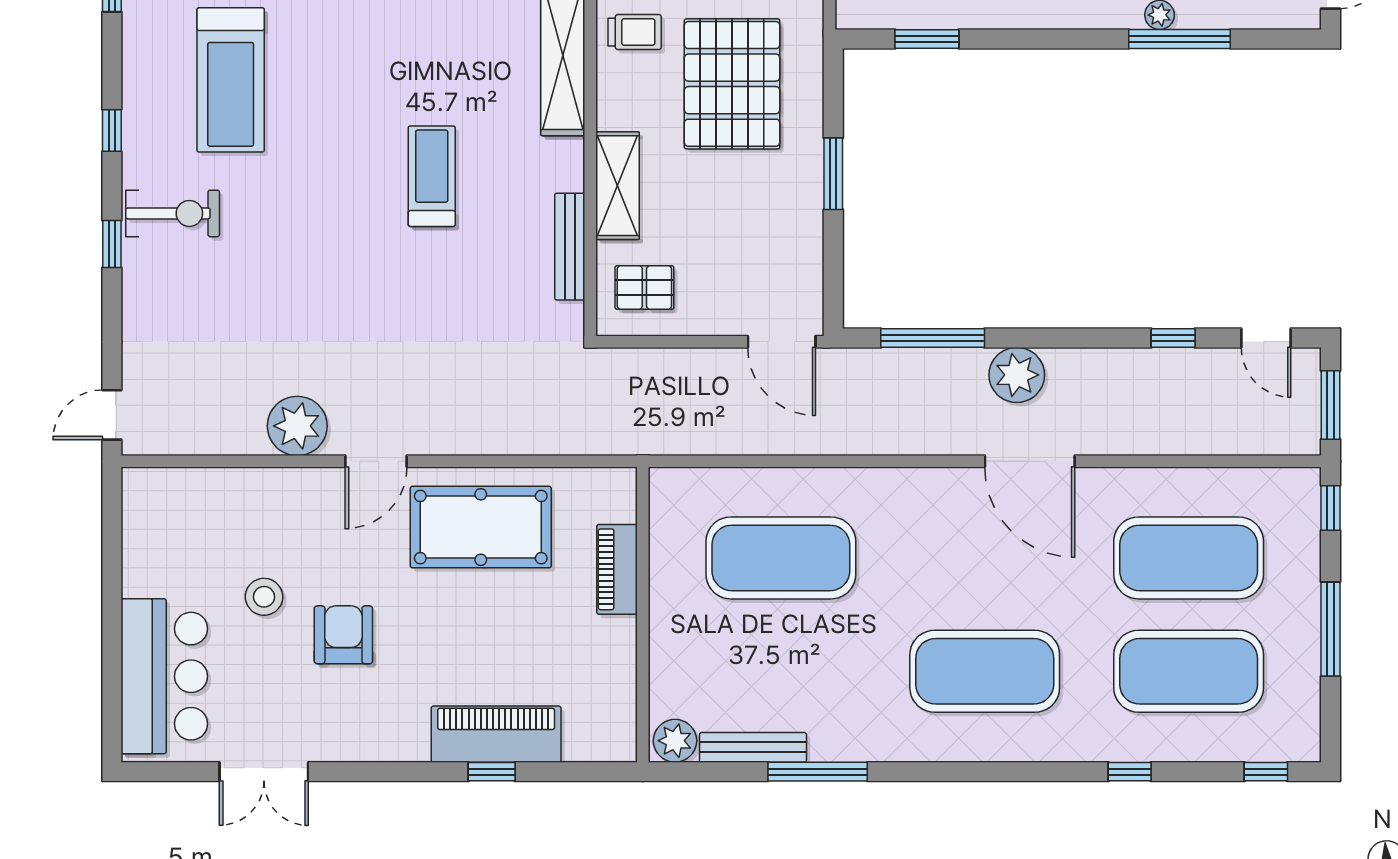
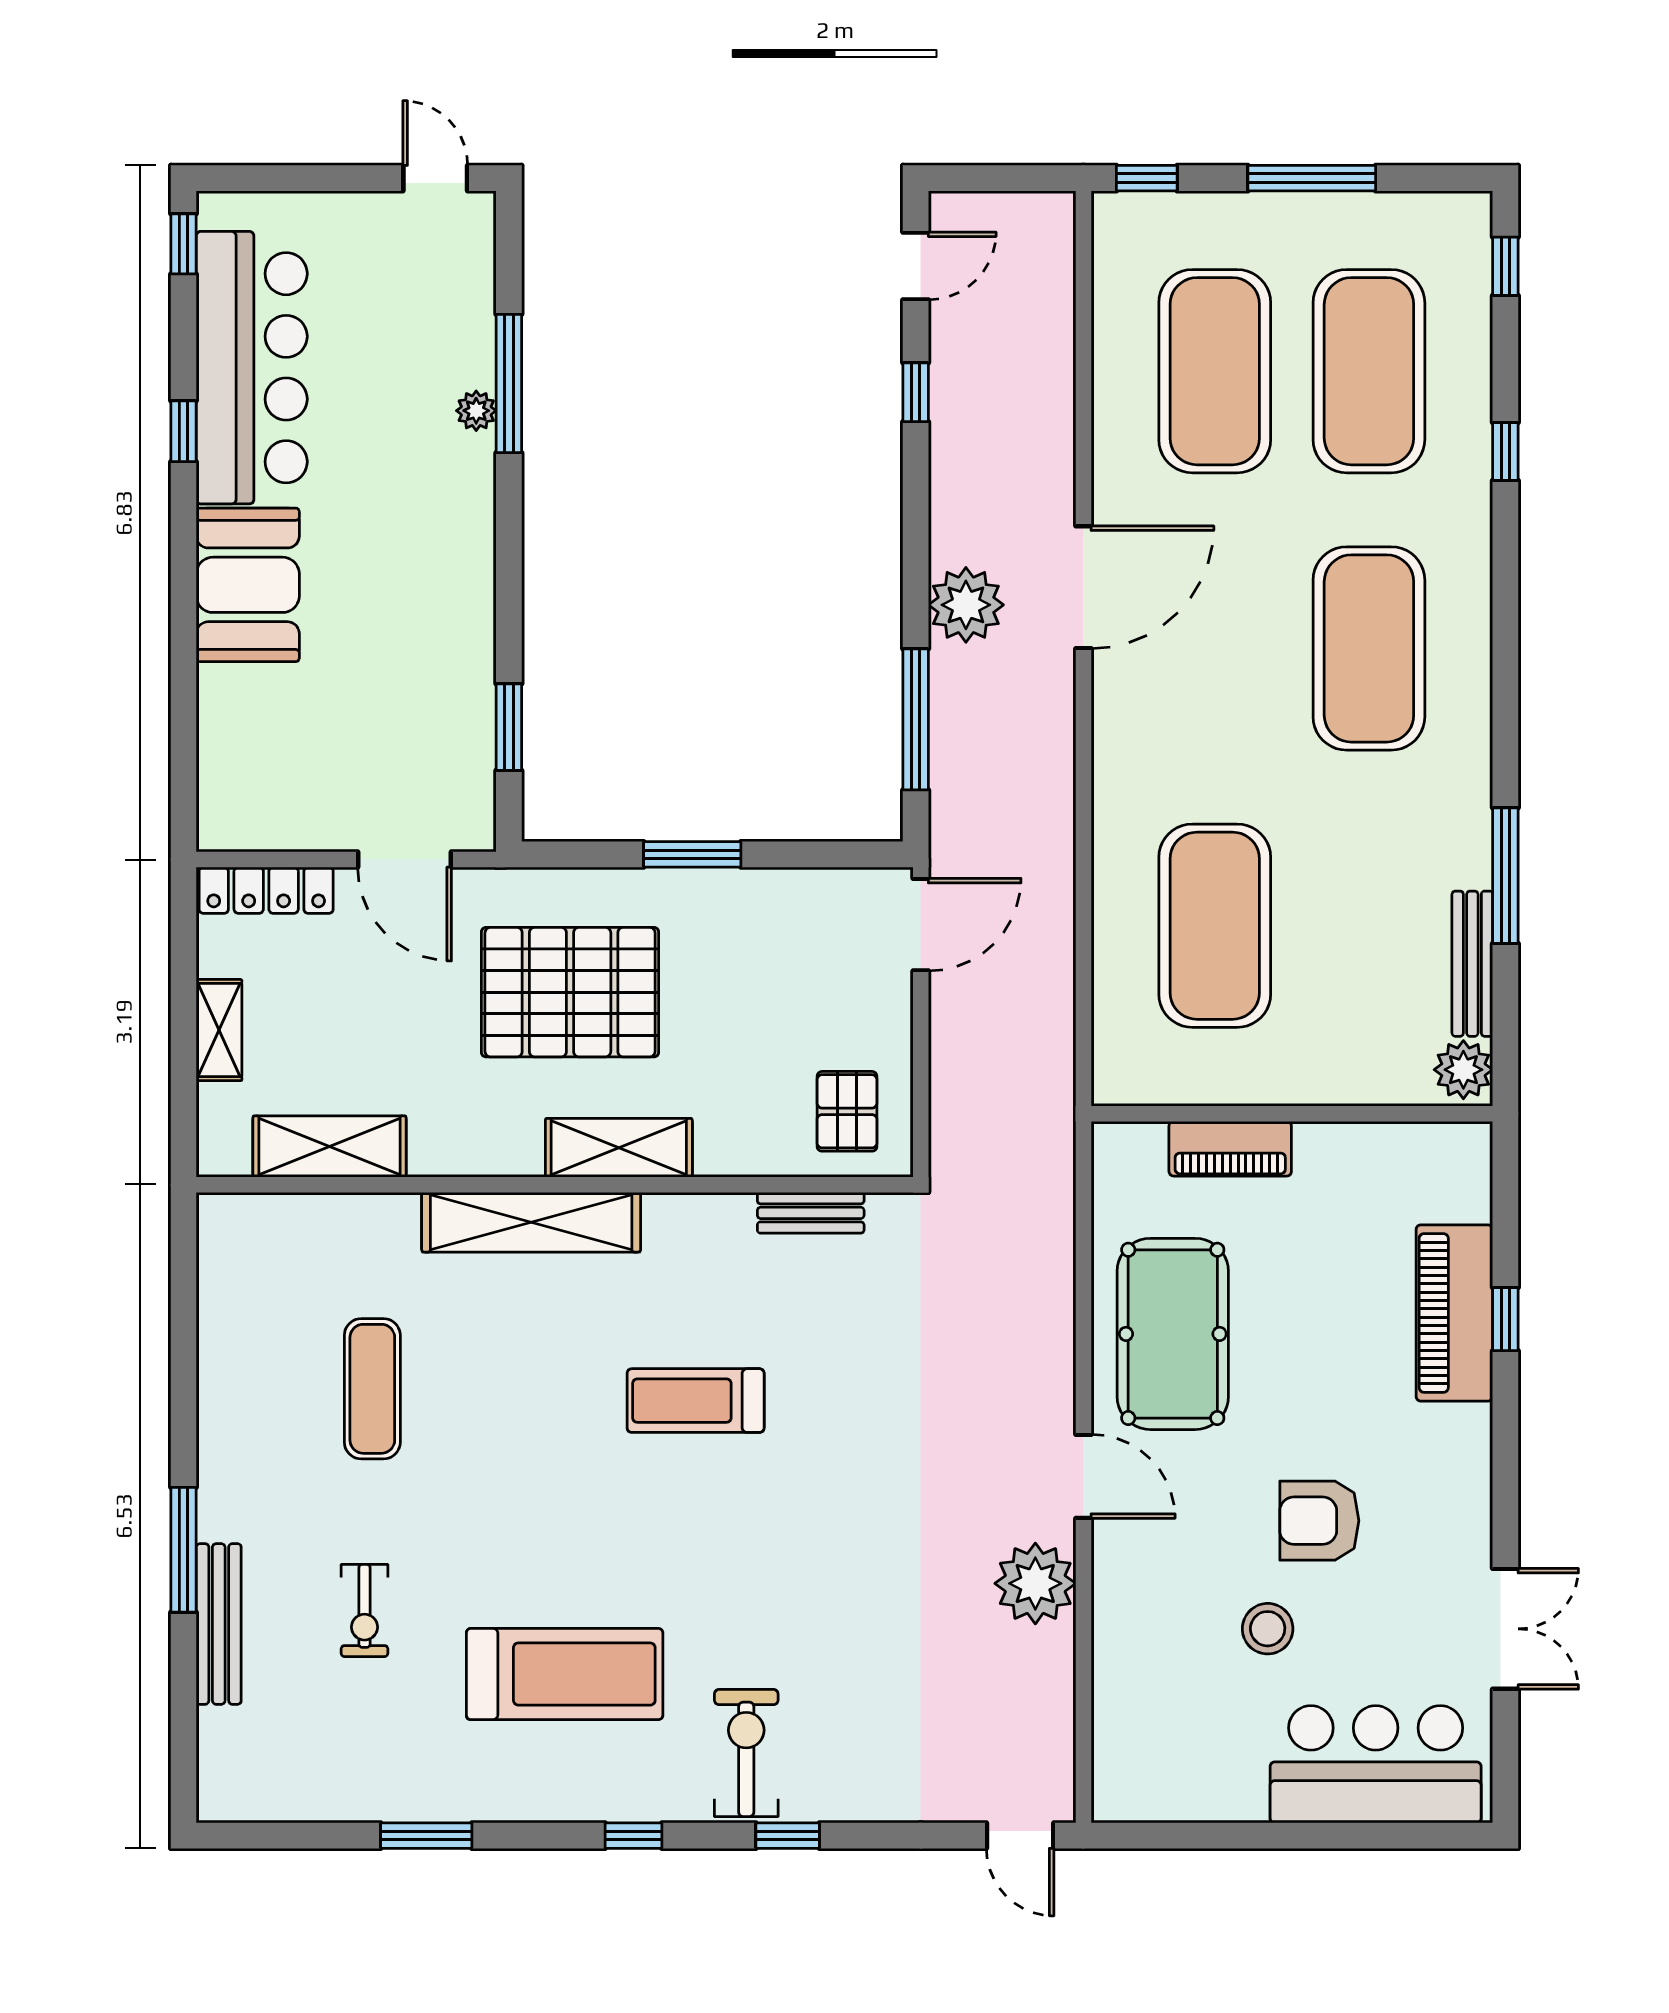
trolley: (635, 32) -> (500, 1125), removed
shelving: (618, 186) -> (619, 1148), moved
bench: (570, 247) -> (811, 1213), width x0.73
window: (1331, 405) -> (1007, 178), removed

